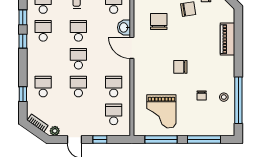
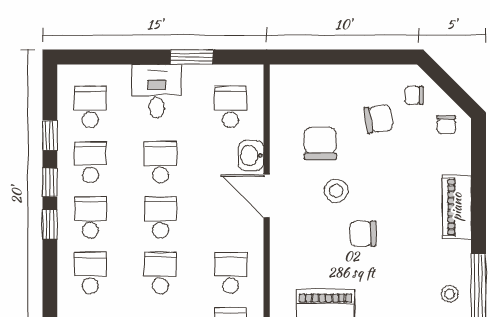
piano: (227, 39) -> (457, 207), moved
stool: (167, 45) -> (336, 191), added
school desk: (43, 59) -> (90, 218), added
window: (23, 94) -> (50, 224), moved
chair: (202, 96) -> (446, 125), moved

